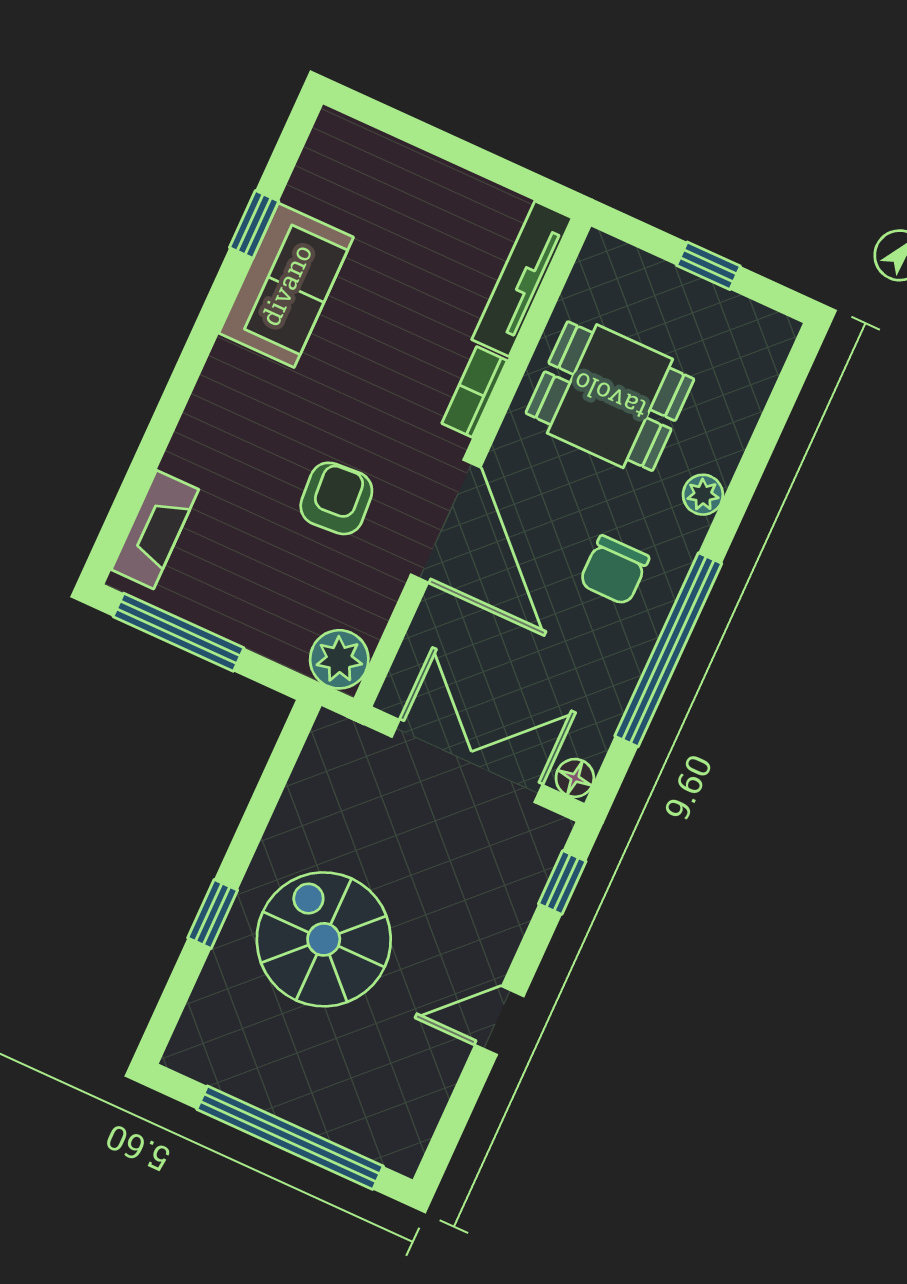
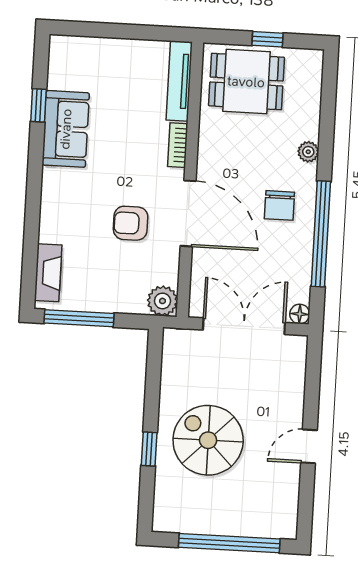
dining table: (610, 396) -> (246, 82), moved
armchair: (336, 498) -> (131, 223), turned -86
window: (562, 883) -> (313, 367), removed

